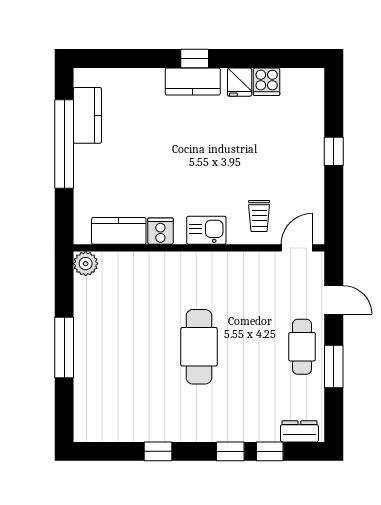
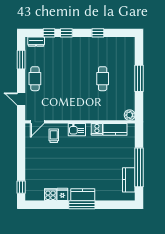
window: (195, 59) -> (82, 205), width x2.17
window: (334, 151) -> (21, 187), moved
cafe table: (199, 347) -> (103, 79), moved, width x0.73, depth x0.74
window: (334, 366) -> (21, 60), moved

